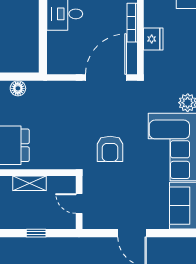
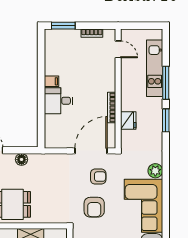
armchair: (115, 110) -> (98, 177), added

